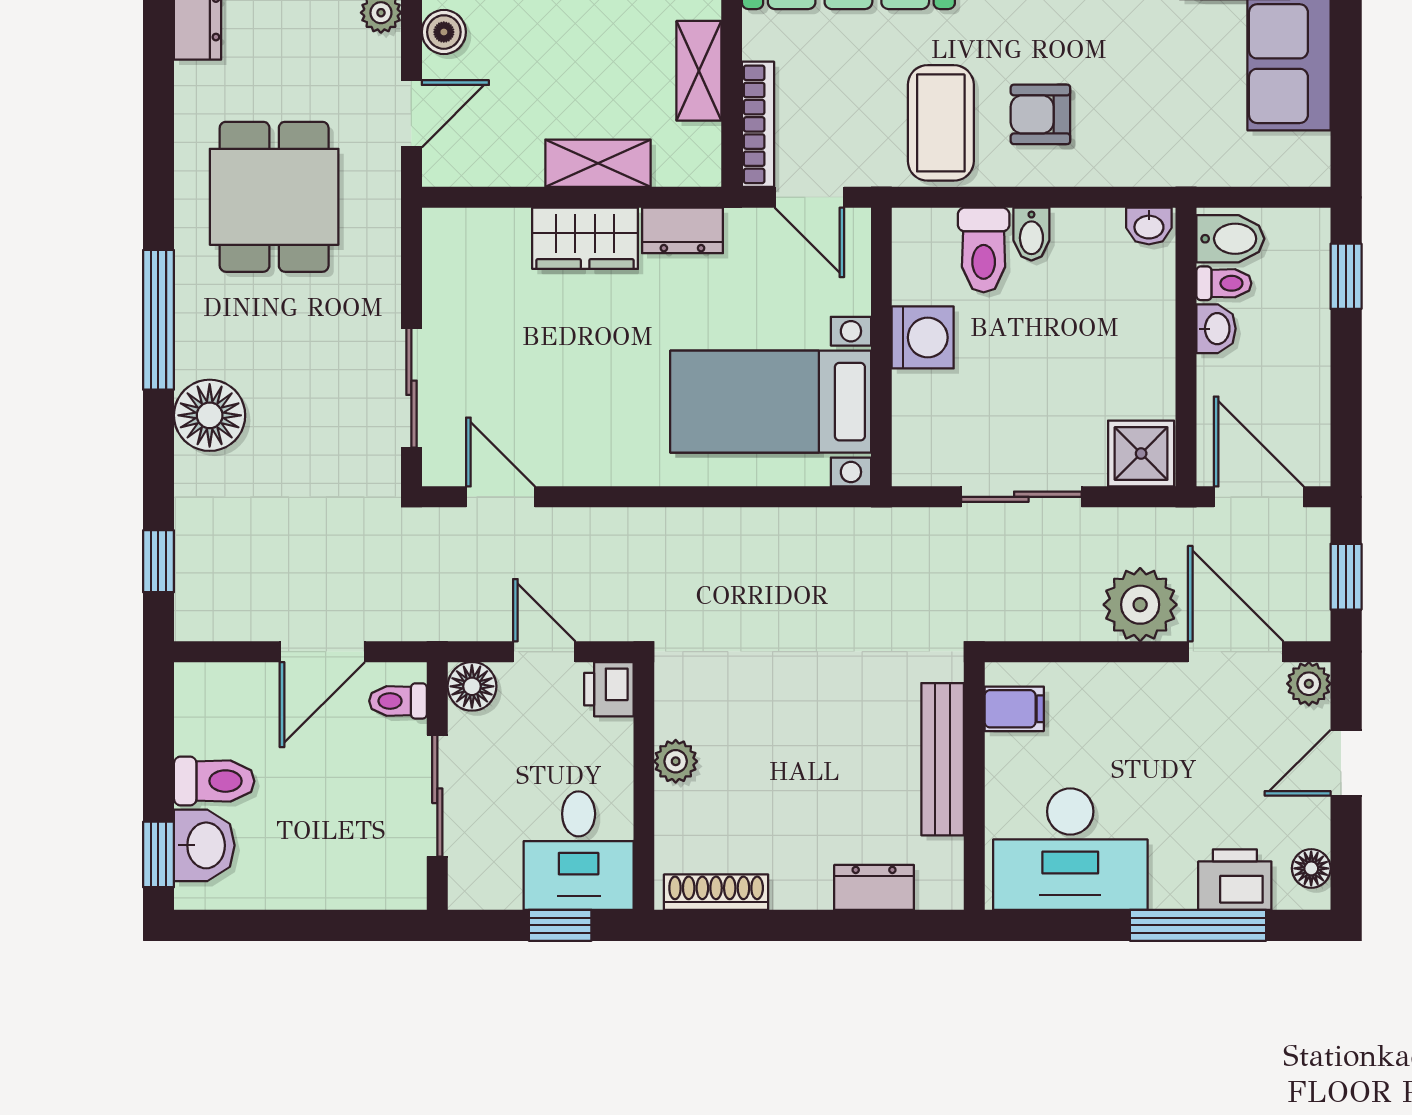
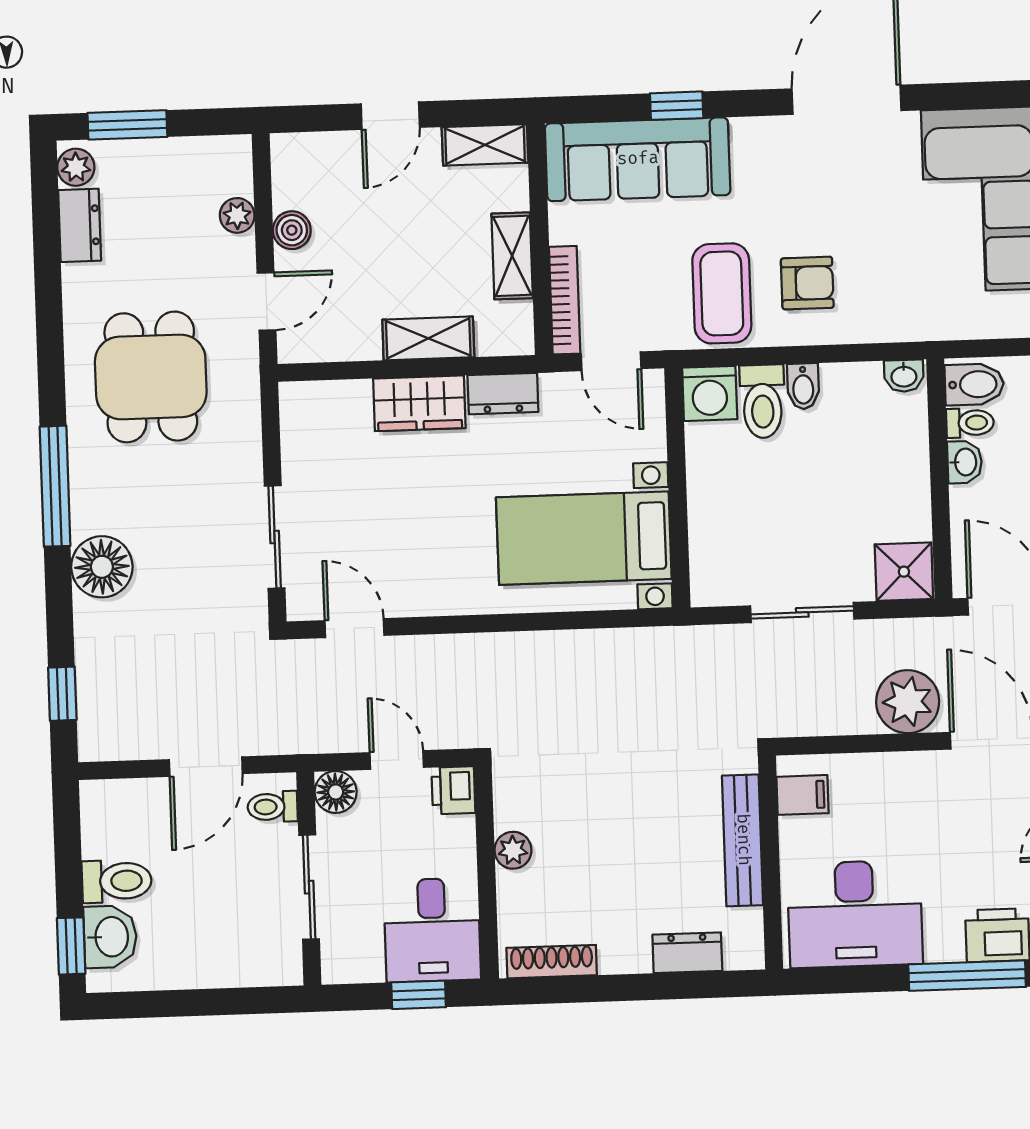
armchair: (1040, 114) -> (807, 283), turned 180
washing machine: (923, 337) -> (710, 393), moved, turned 90

